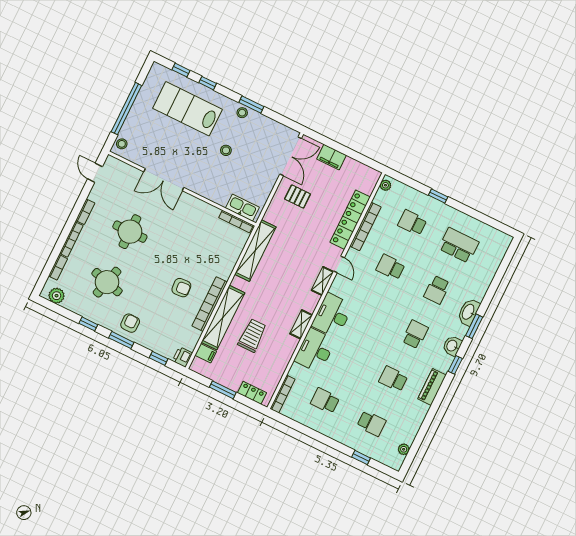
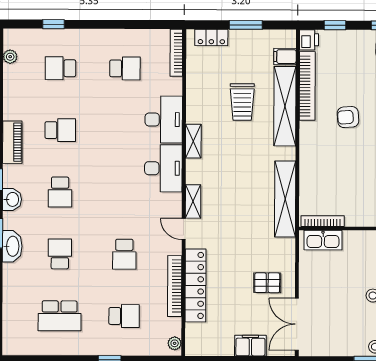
school desk: (390, 267) -> (124, 254), turned 90
bookcase: (210, 304) -> (307, 86), moved

